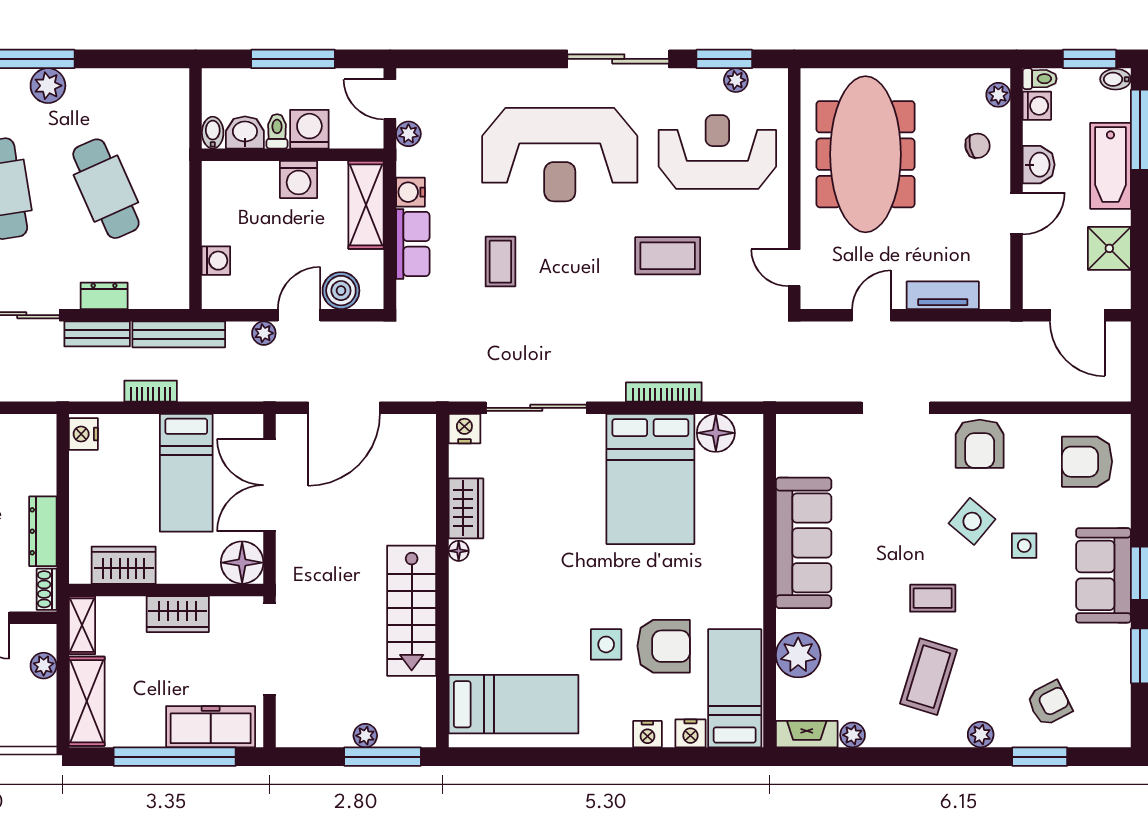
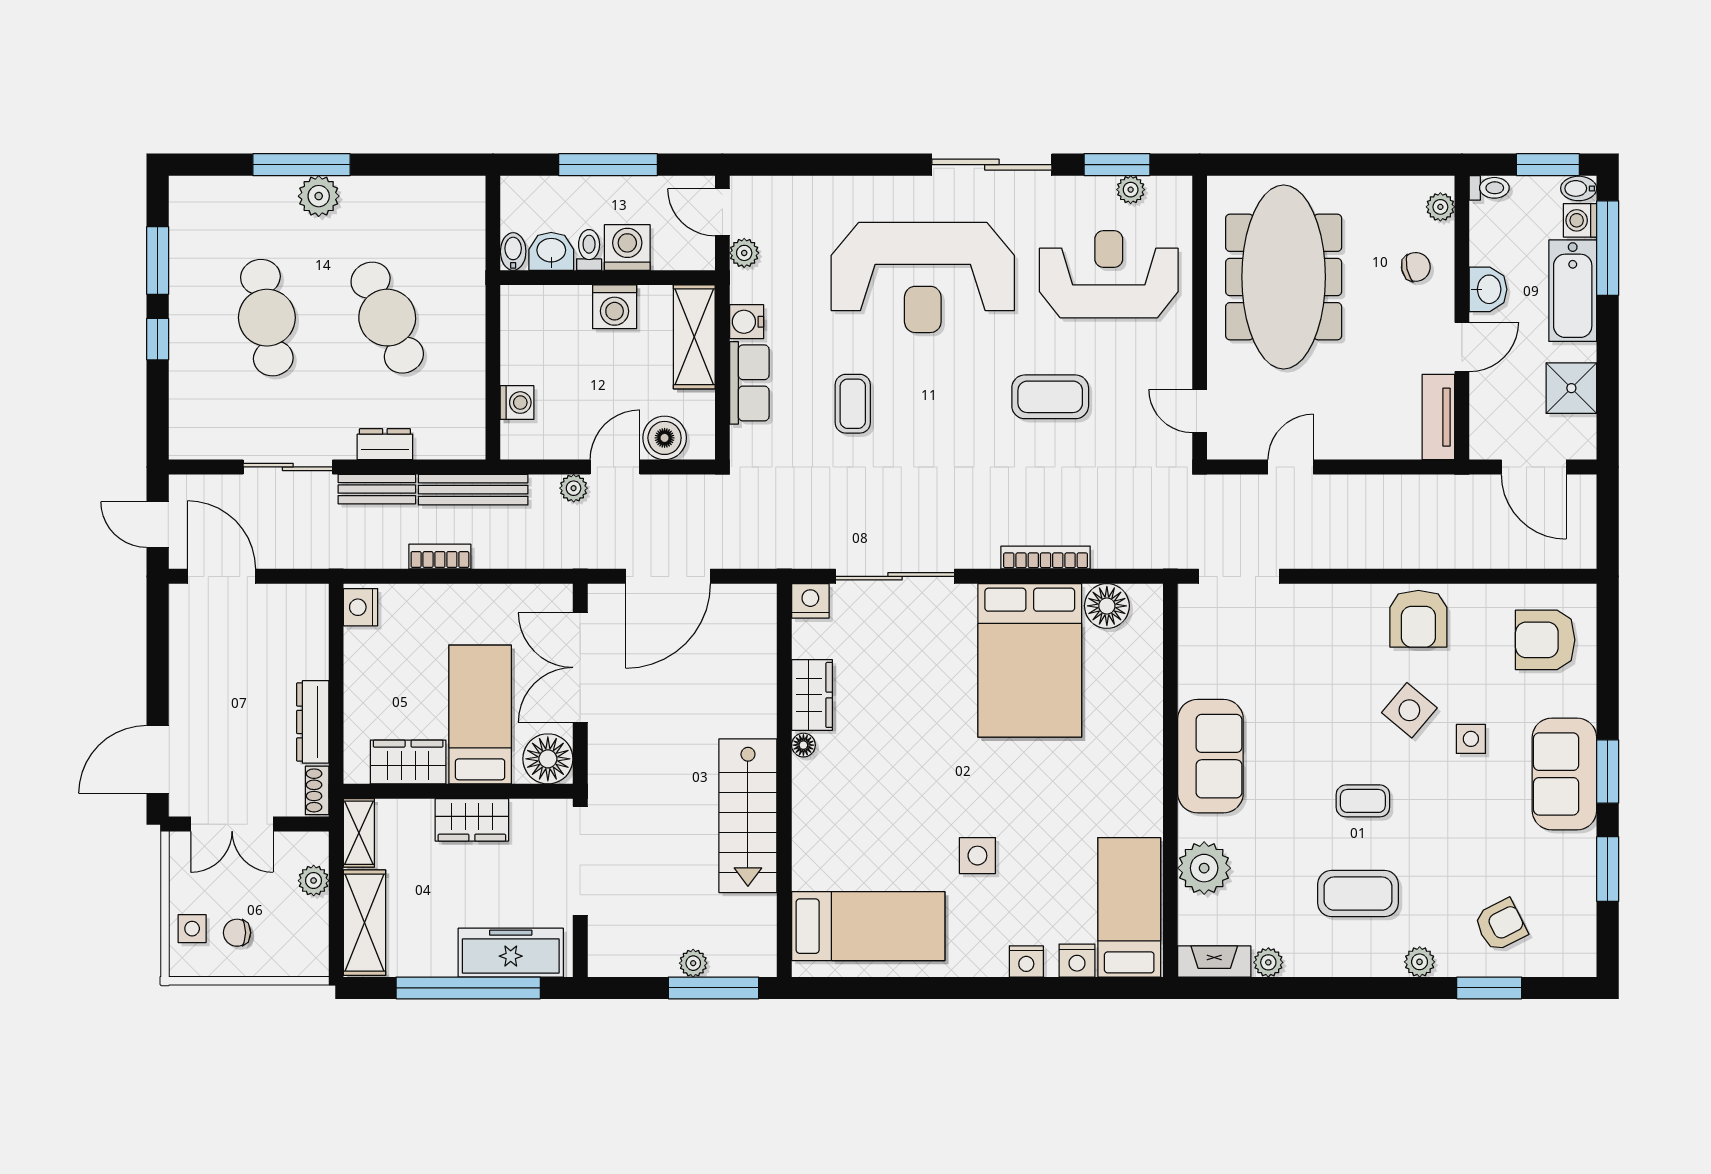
washing machine: (1037, 106) -> (1580, 220), moved, turned 180
tv unit: (943, 295) -> (1438, 417), moved, turned -90
doorway: (896, 408) -> (1239, 576), moved
bed: (186, 473) -> (480, 714), moved, turned 180
sofa: (804, 543) -> (1210, 756), width x0.73
armchair: (664, 646) -> (1045, 858), removed
coffee table: (929, 677) -> (1358, 894), turned 73

